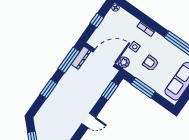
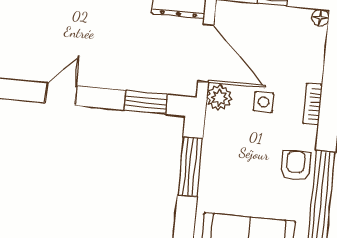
armchair: (151, 63) -> (296, 166), moved
door: (89, 120) -> (61, 94), swing flipped

